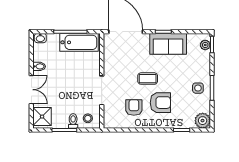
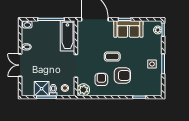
bathtub: (79, 42) -> (67, 36), moved, turned 90
double door: (31, 90) -> (20, 65), swing flipped
shower: (42, 117) -> (42, 89), moved
plant: (203, 121) -> (83, 90), moved

